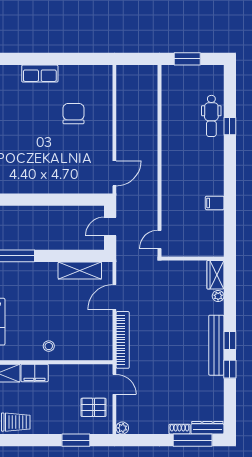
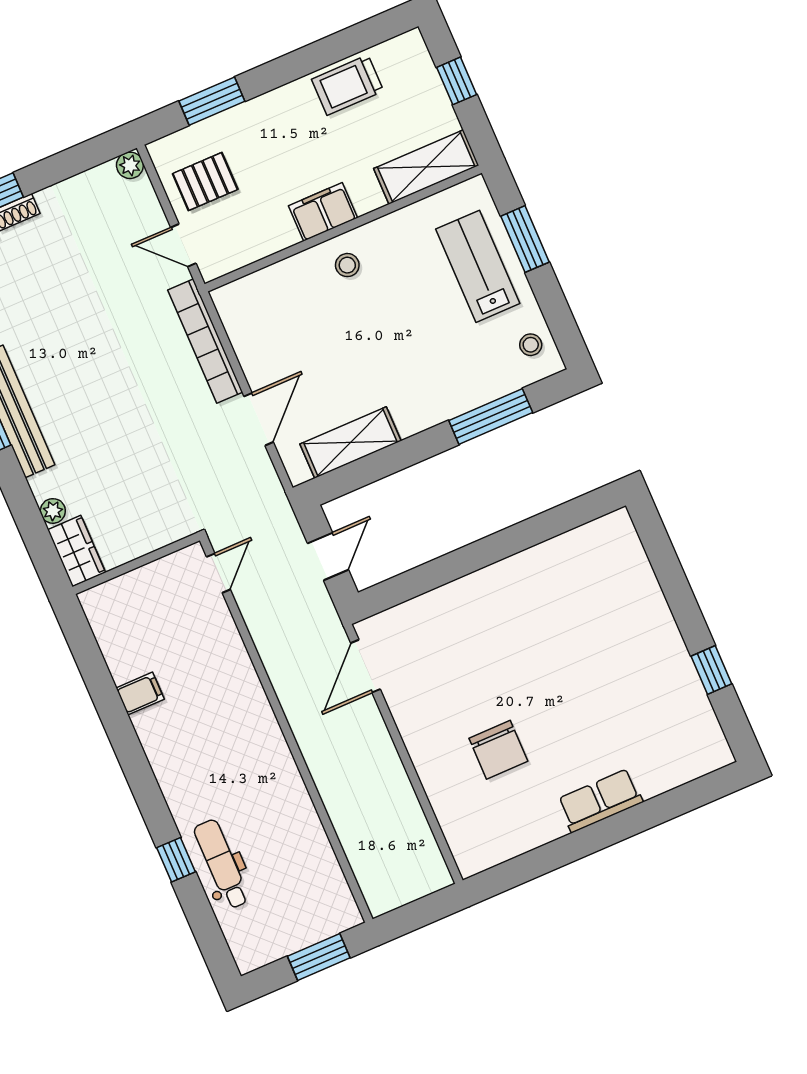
filing cabinet: (35, 373) -> (323, 212), moved

